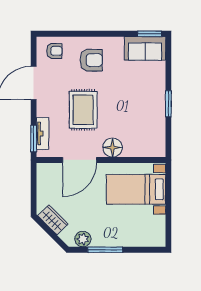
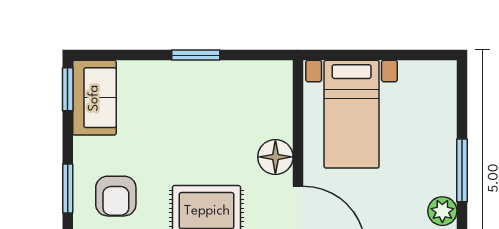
window: (95, 34) -> (68, 188), added
armchair: (91, 60) -> (116, 196), turned 180

